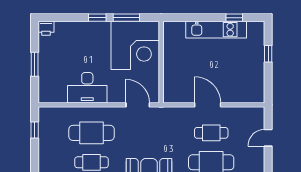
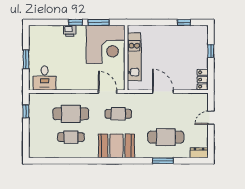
printer: (46, 28) -> (70, 31), moved
kitchen unit: (216, 30) -> (134, 57), moved, turned -90
desk: (87, 88) -> (45, 78), moved, width x0.73
locker: (258, 90) -> (203, 80), added
cafe table: (211, 133) -> (118, 114), moved

